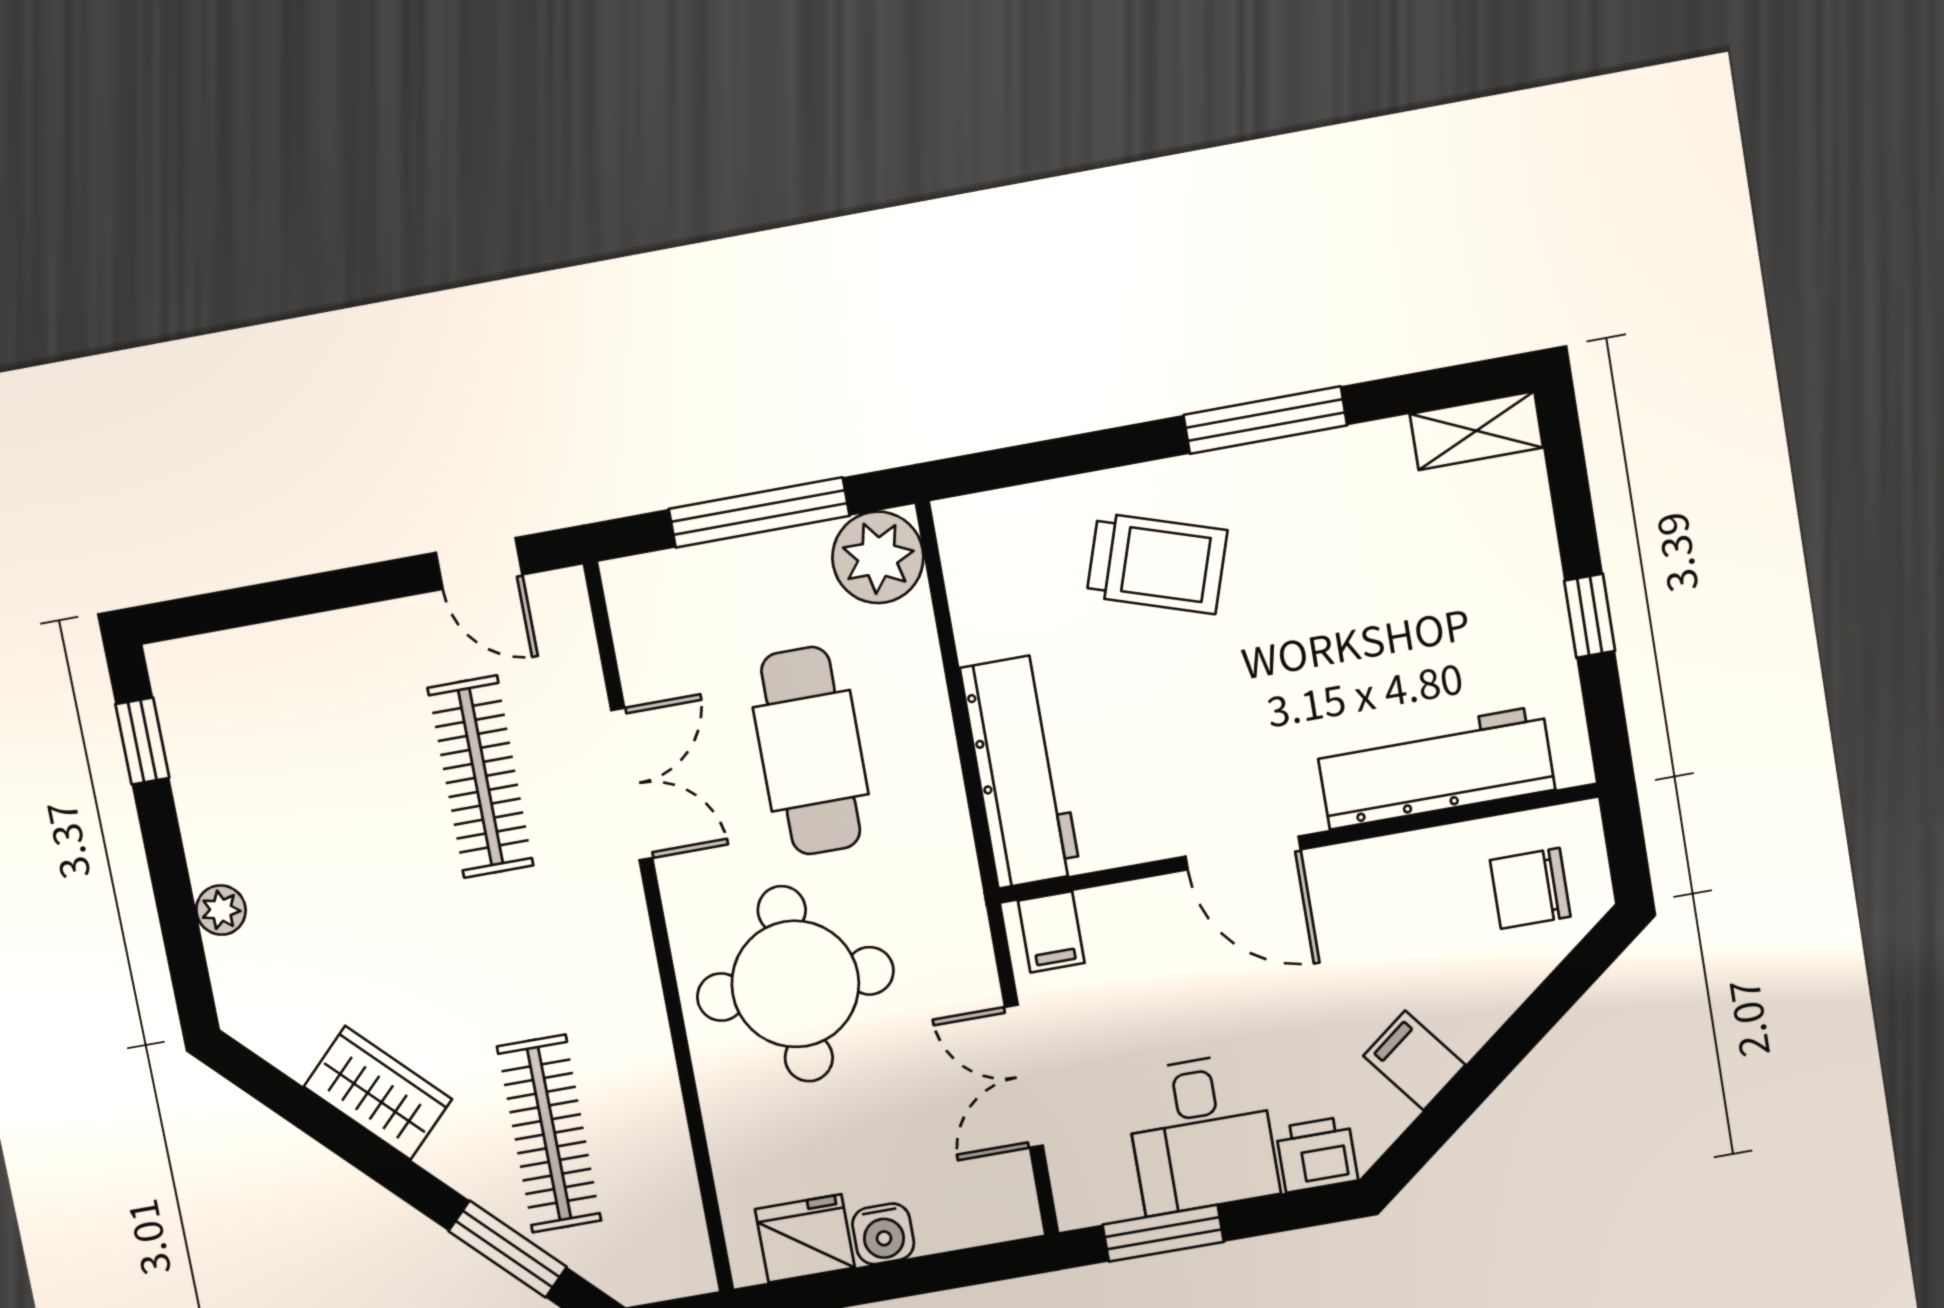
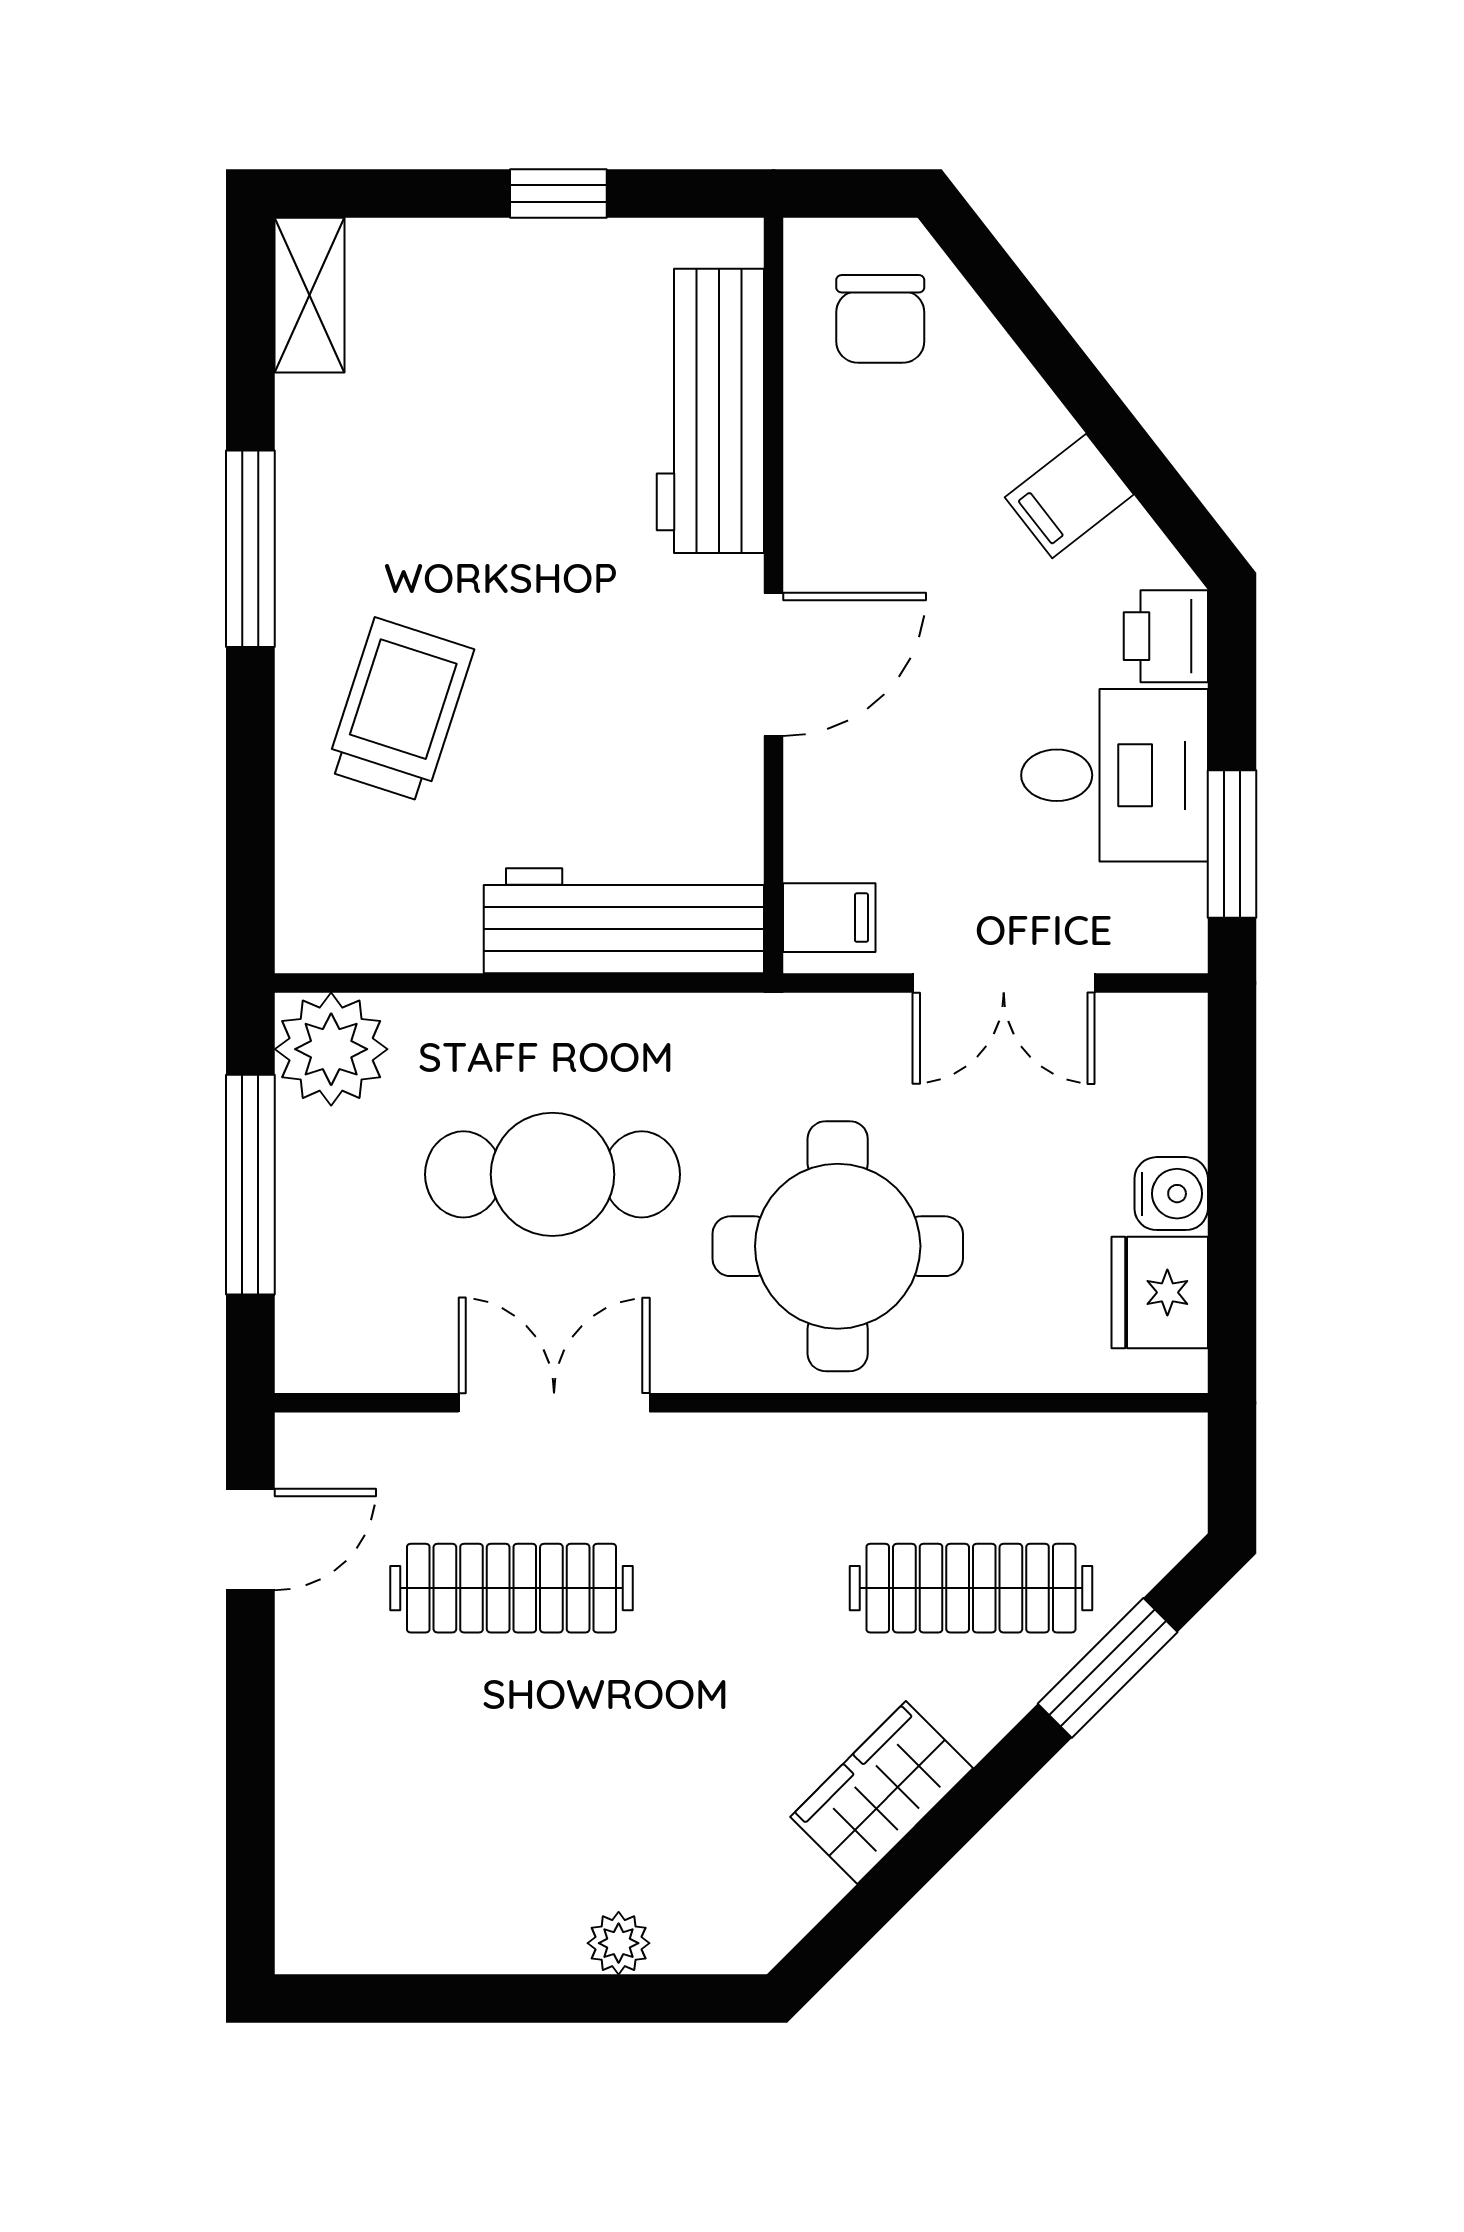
window: (142, 741) -> (392, 1999), removed

